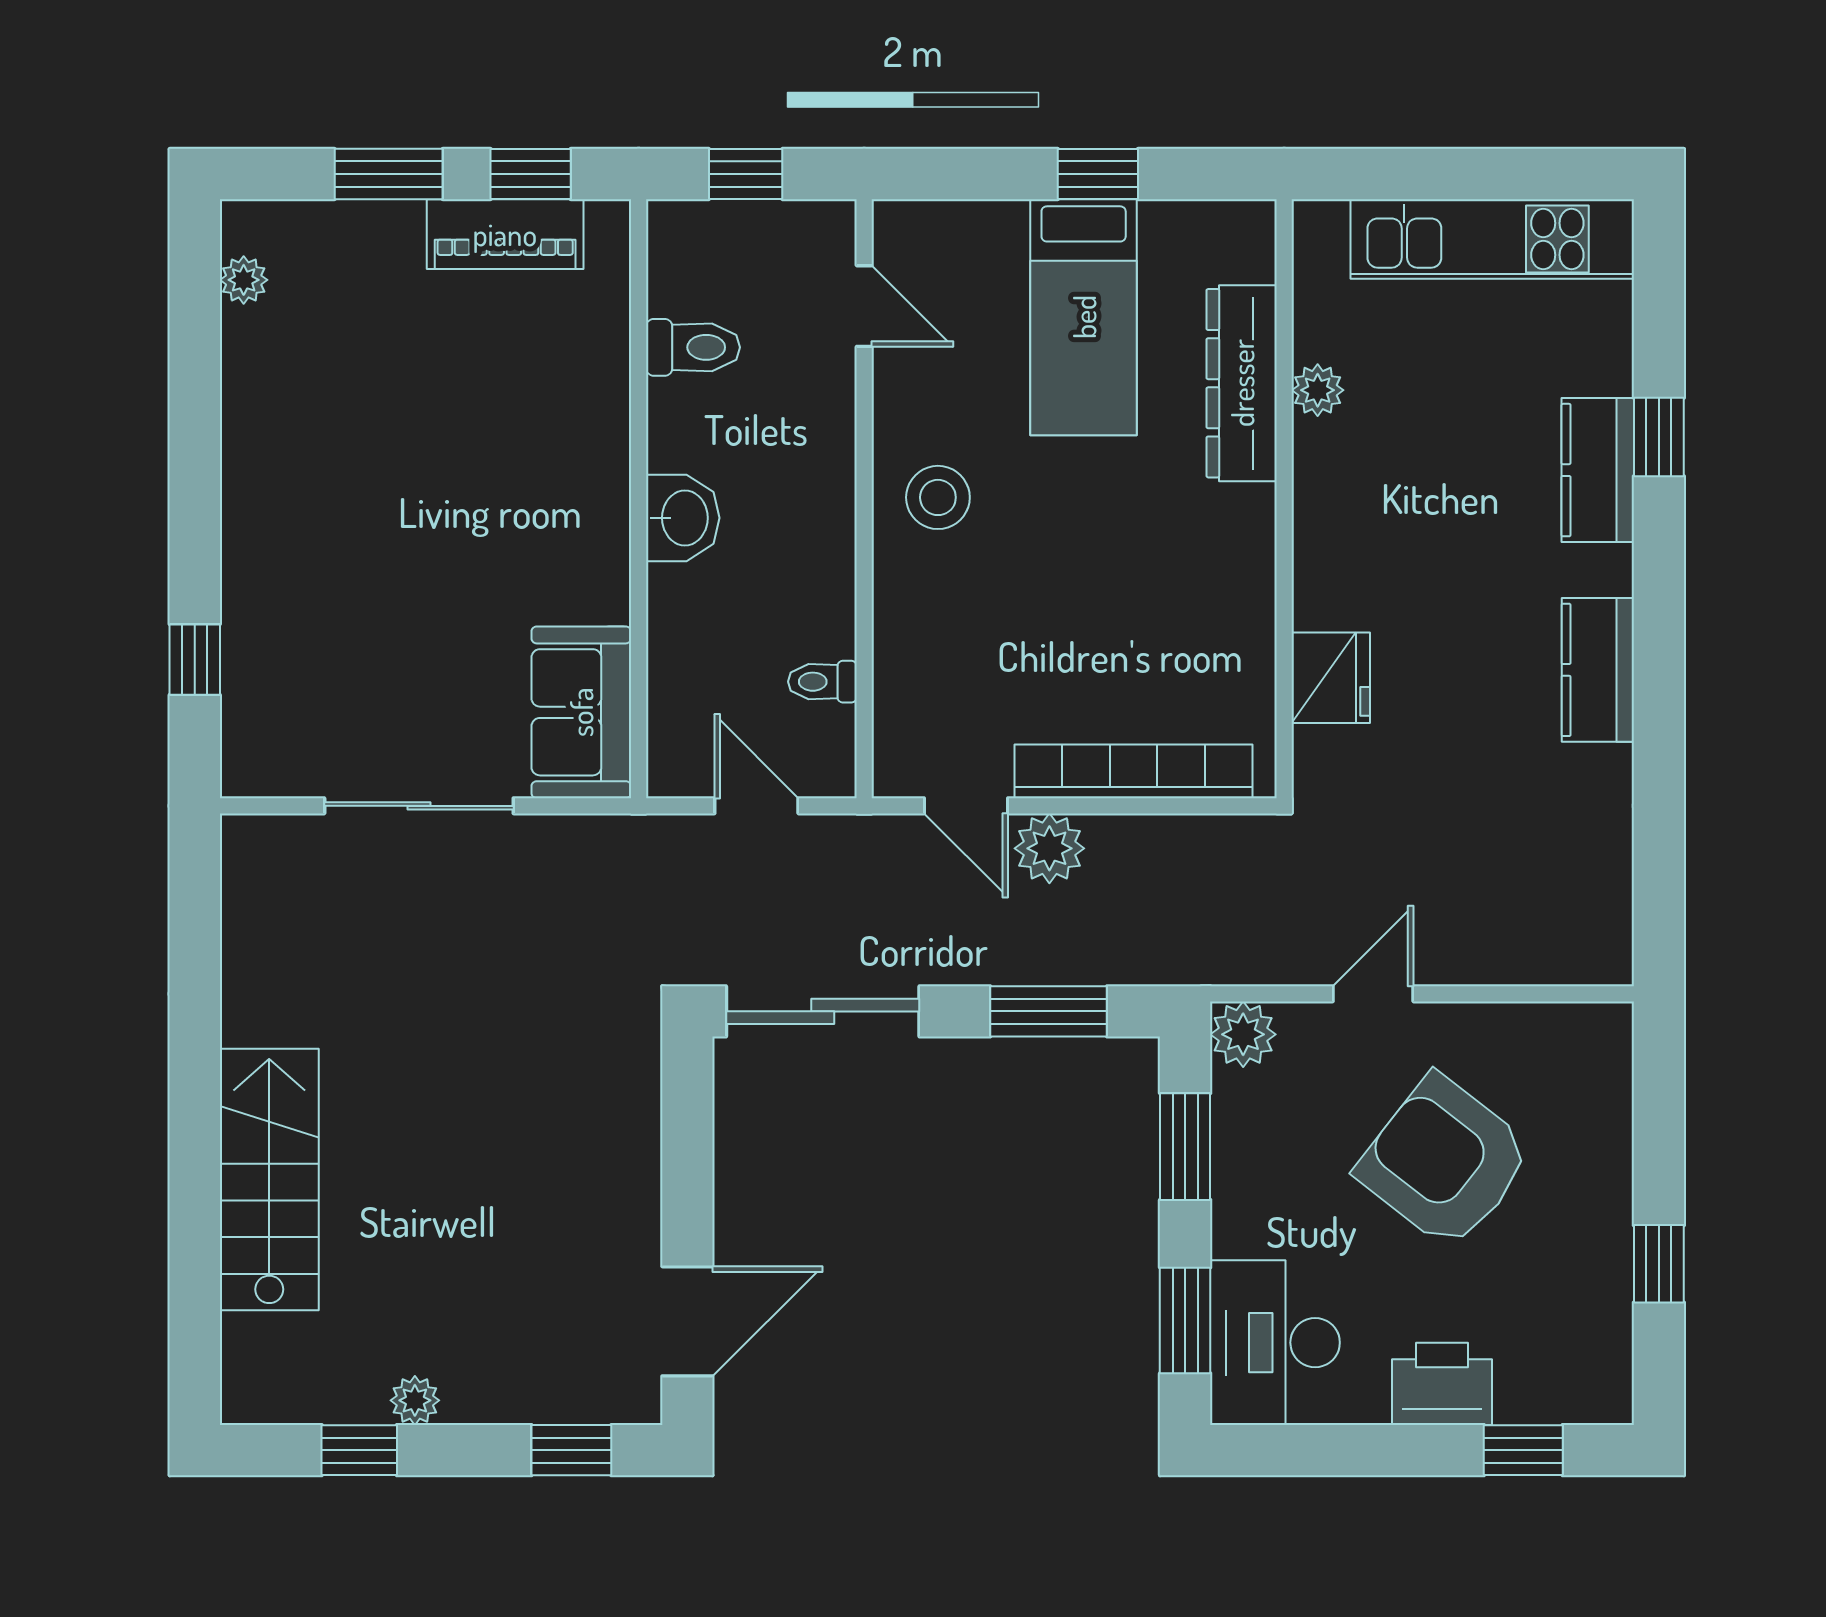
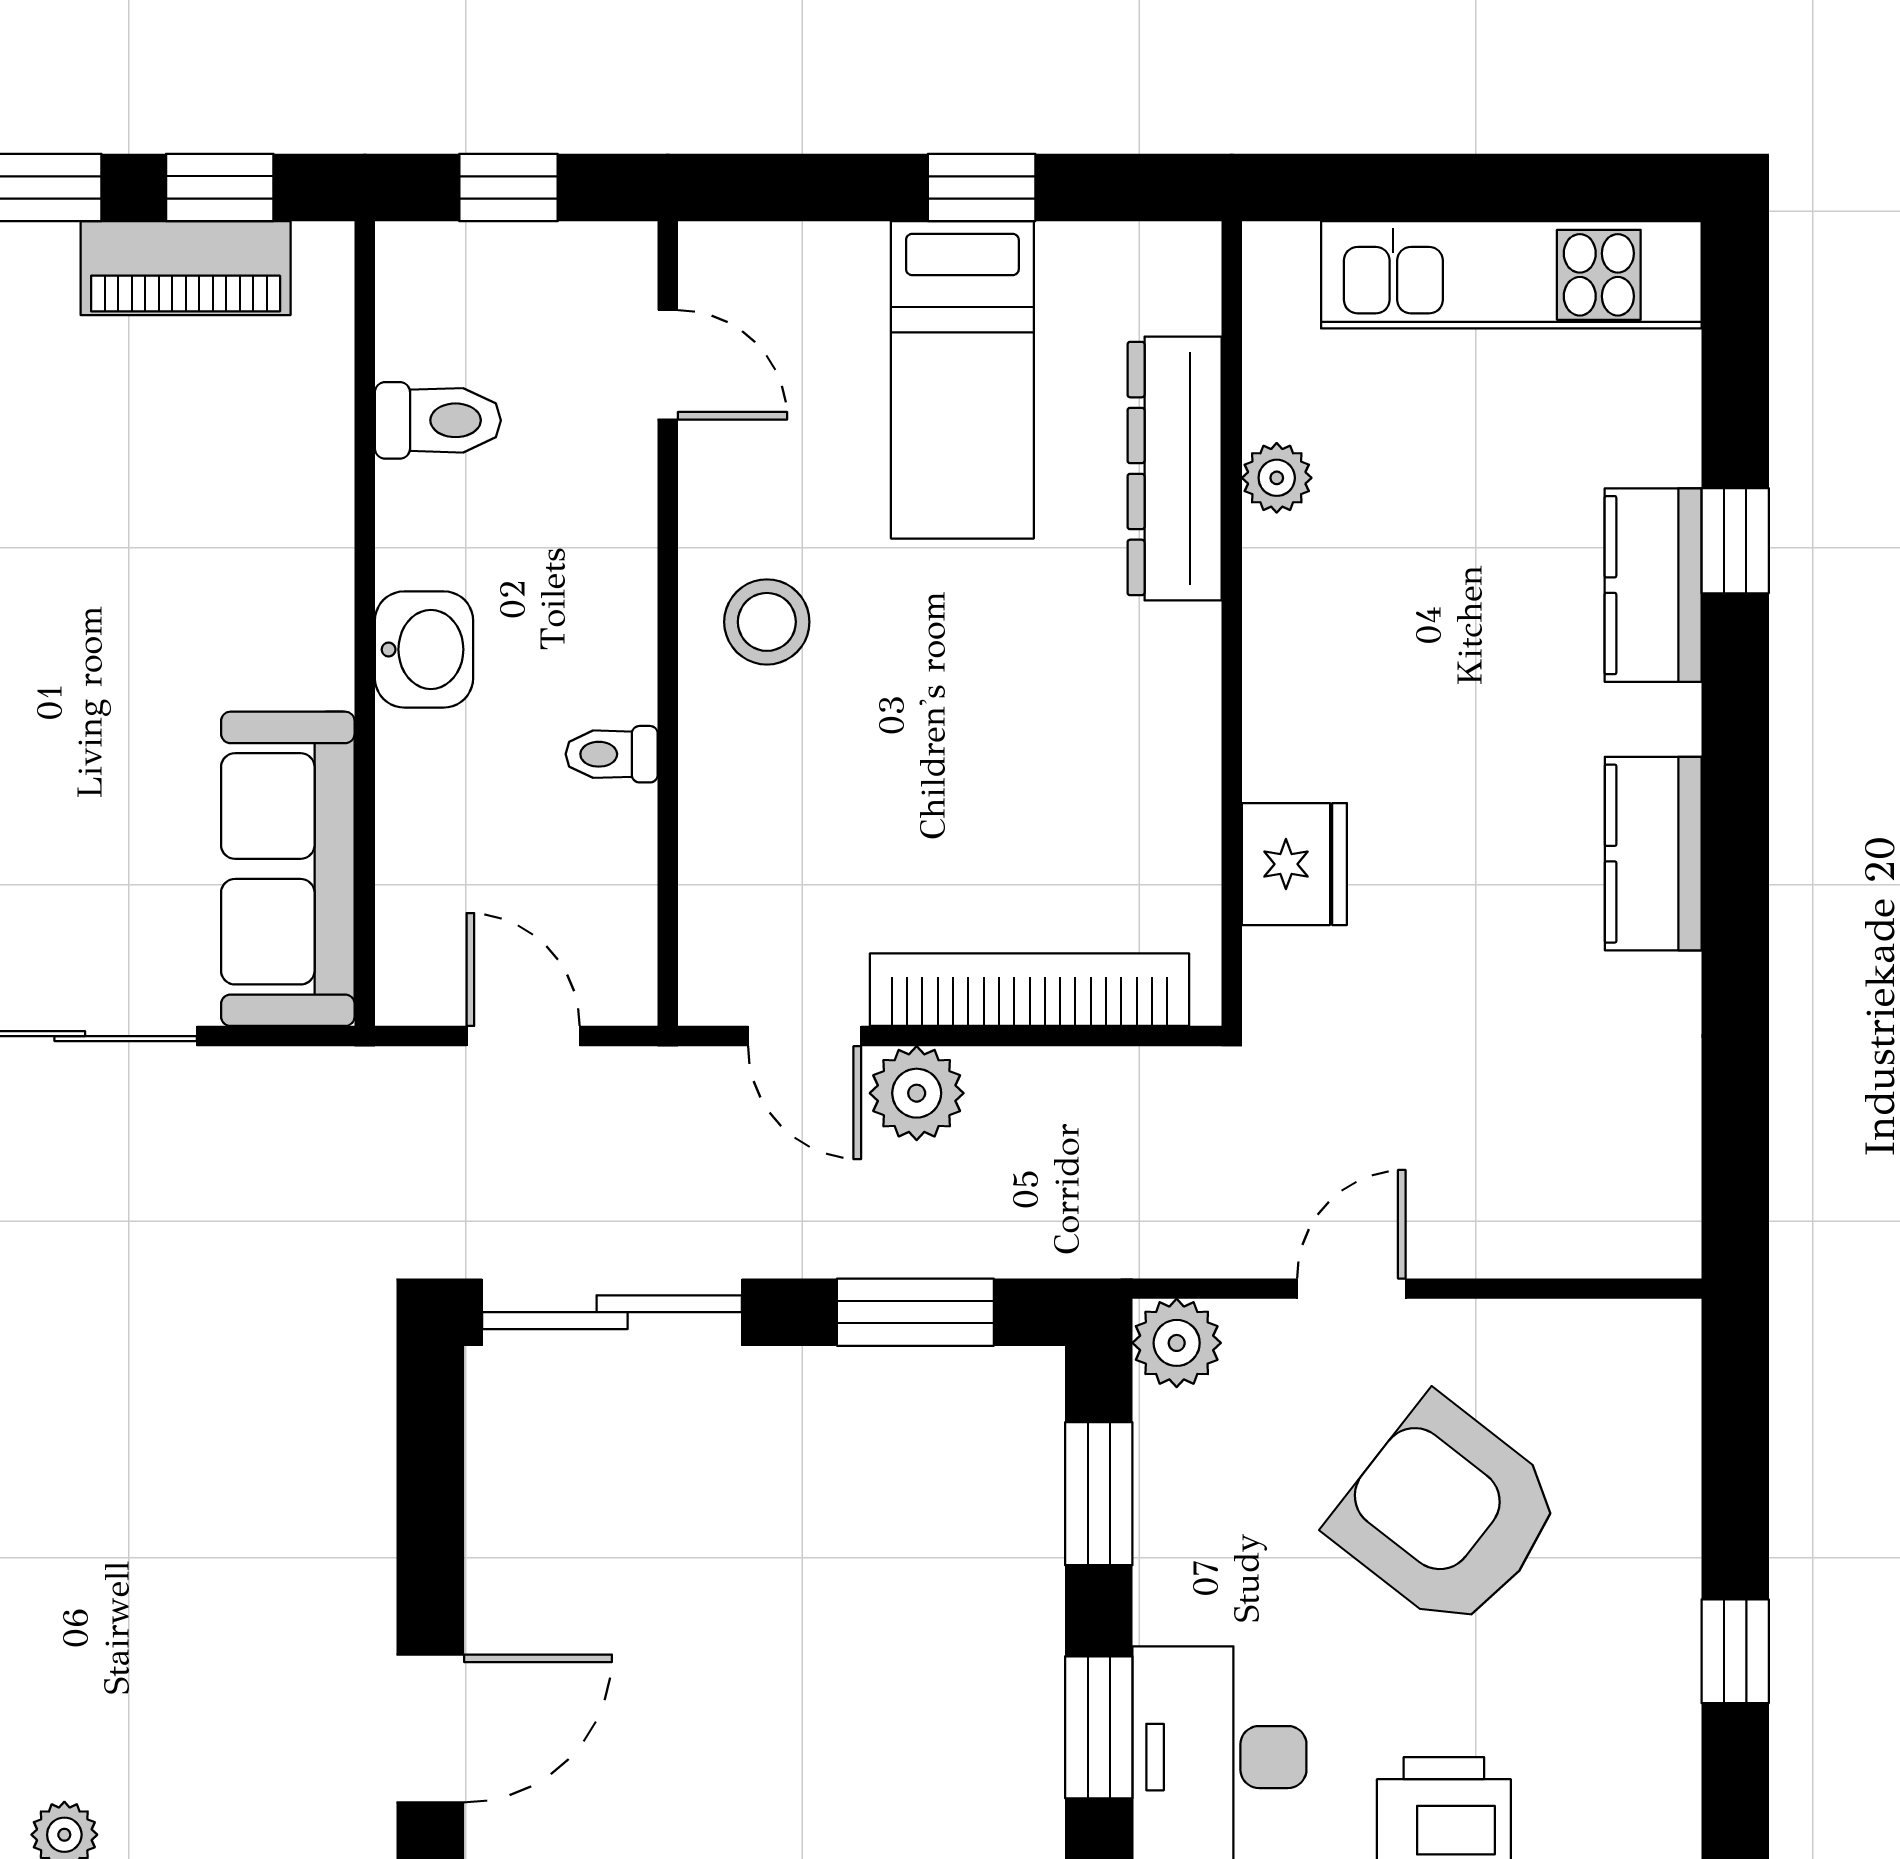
toilet: (822, 682) -> (612, 754), moved
sofa: (581, 712) -> (288, 869), width x1.36

